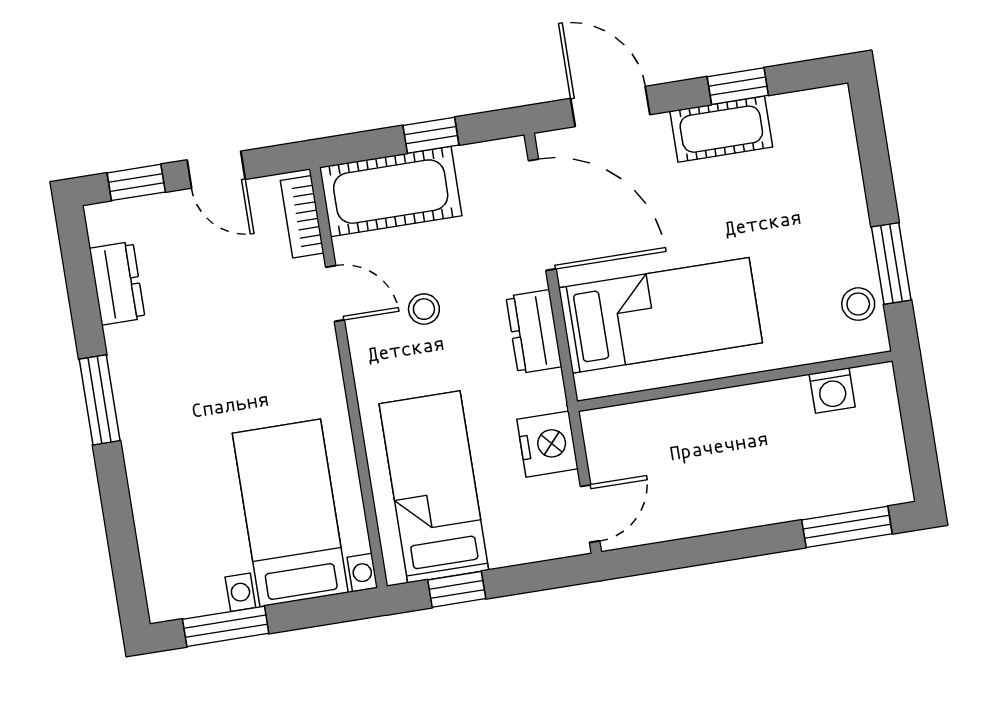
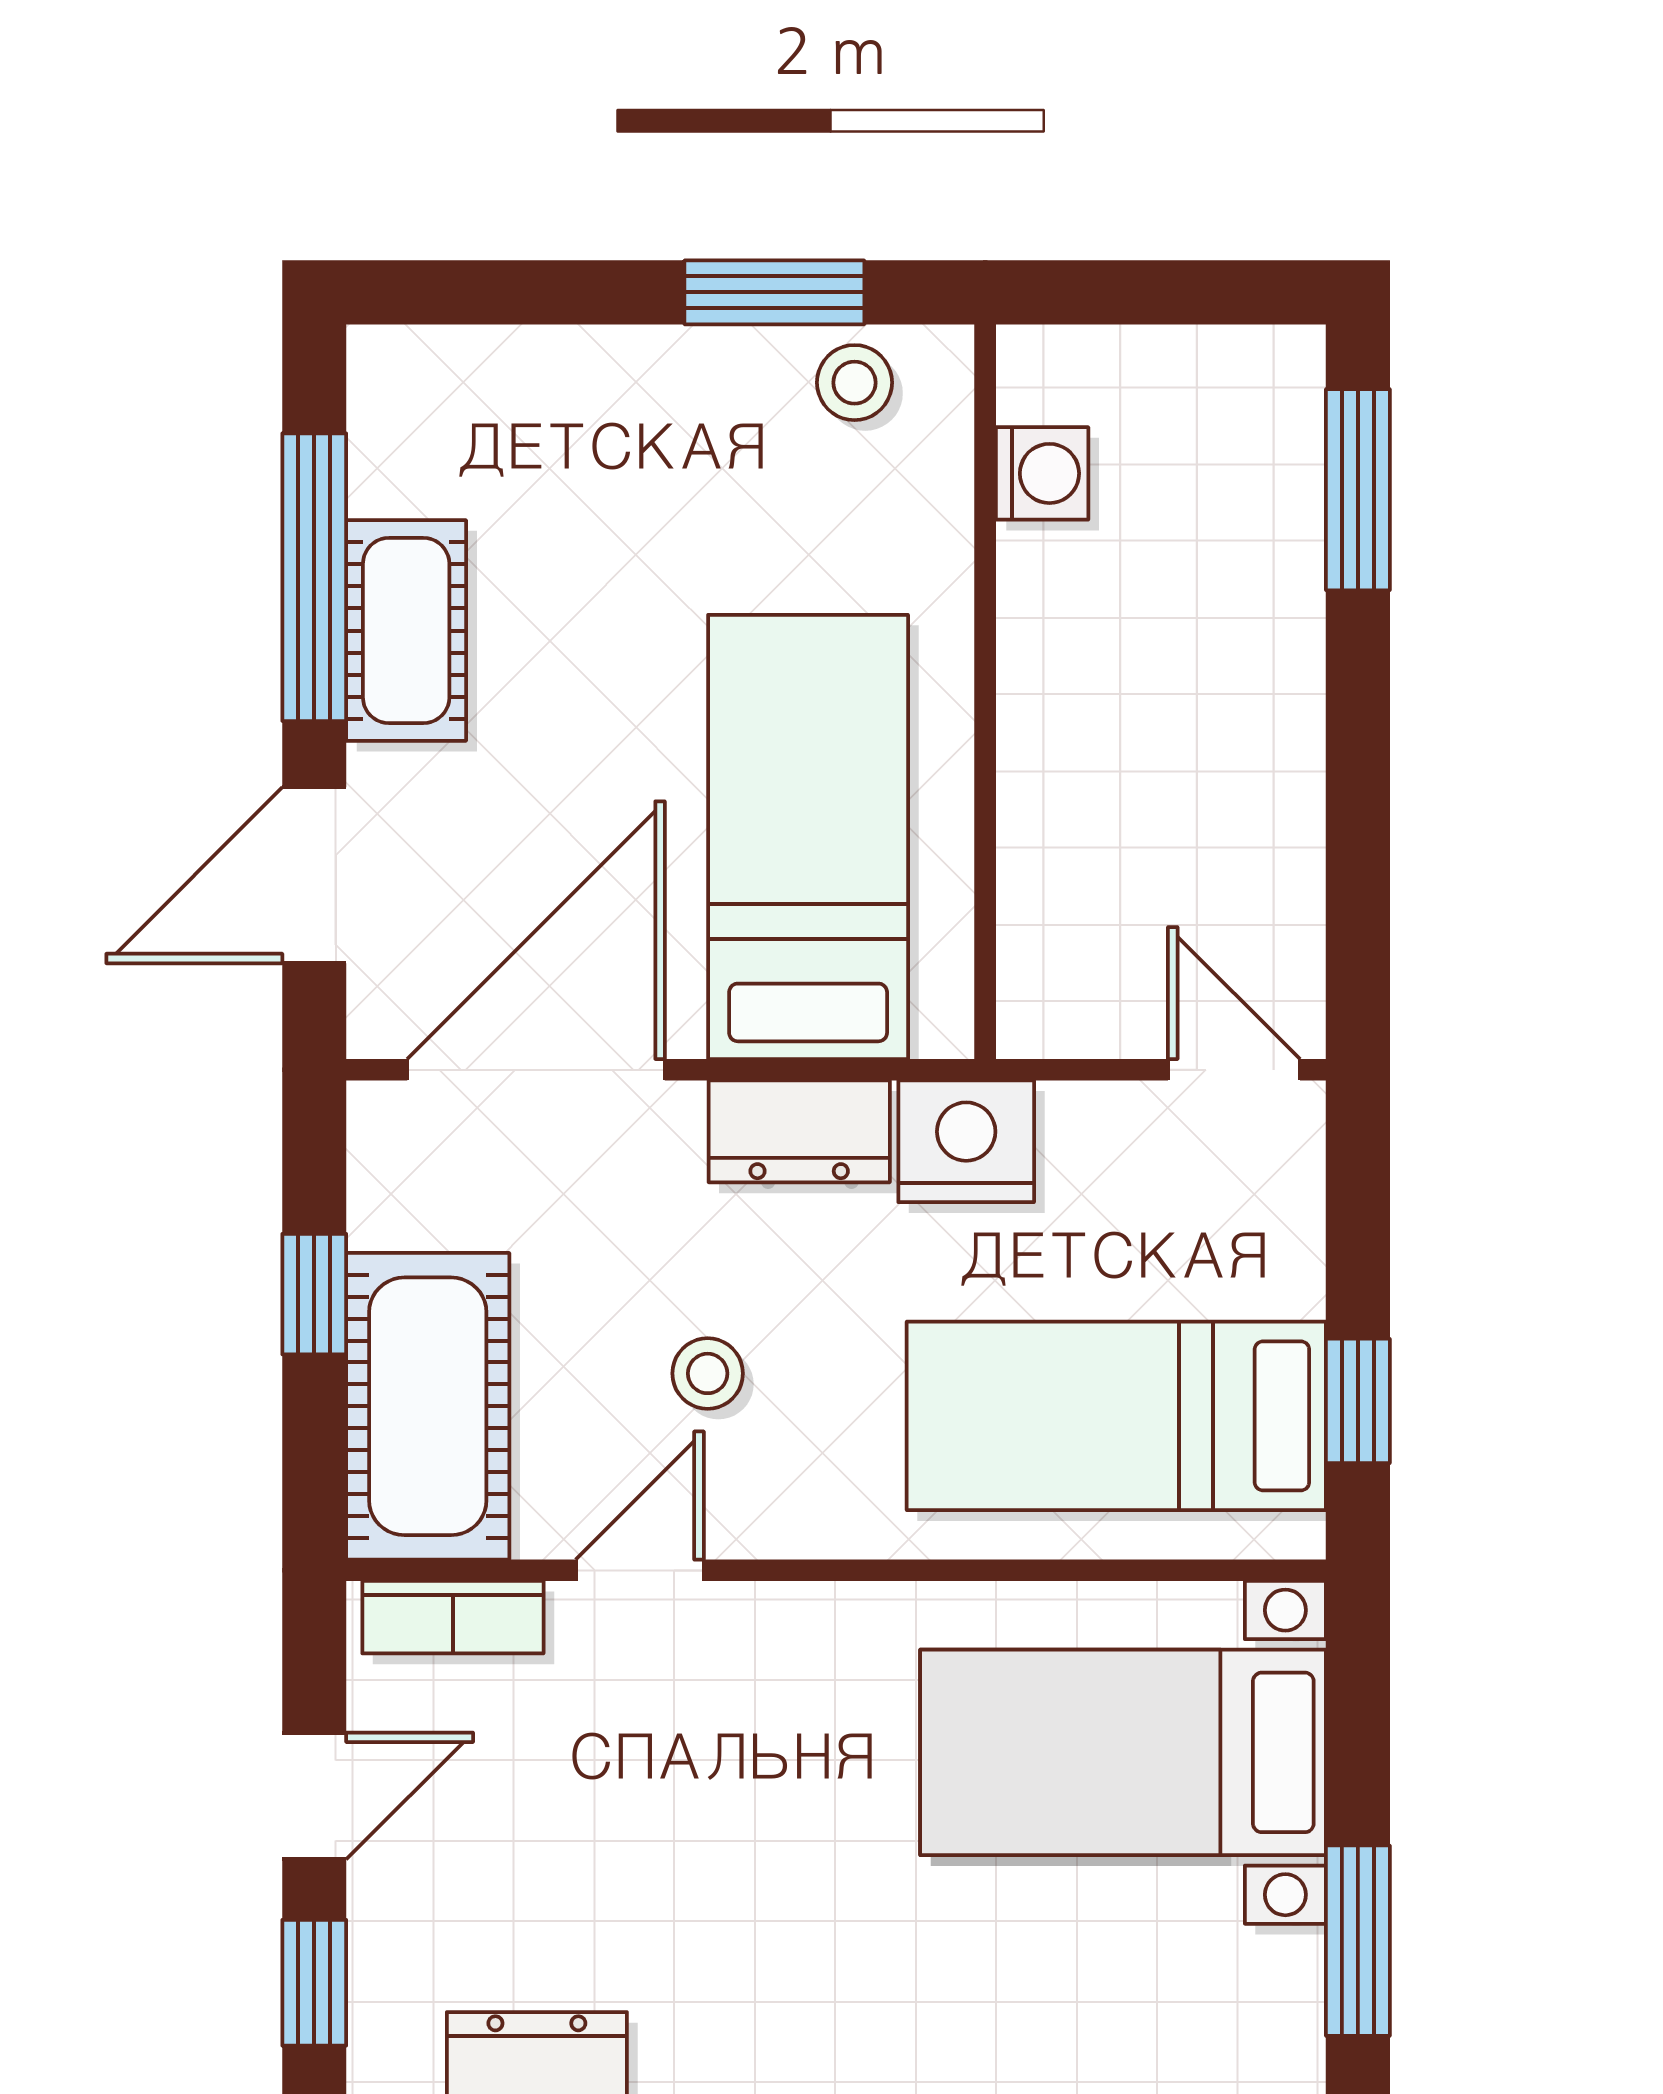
window: (738, 86) -> (314, 577), width x2.17
nightstand: (548, 444) -> (966, 1141), moved

